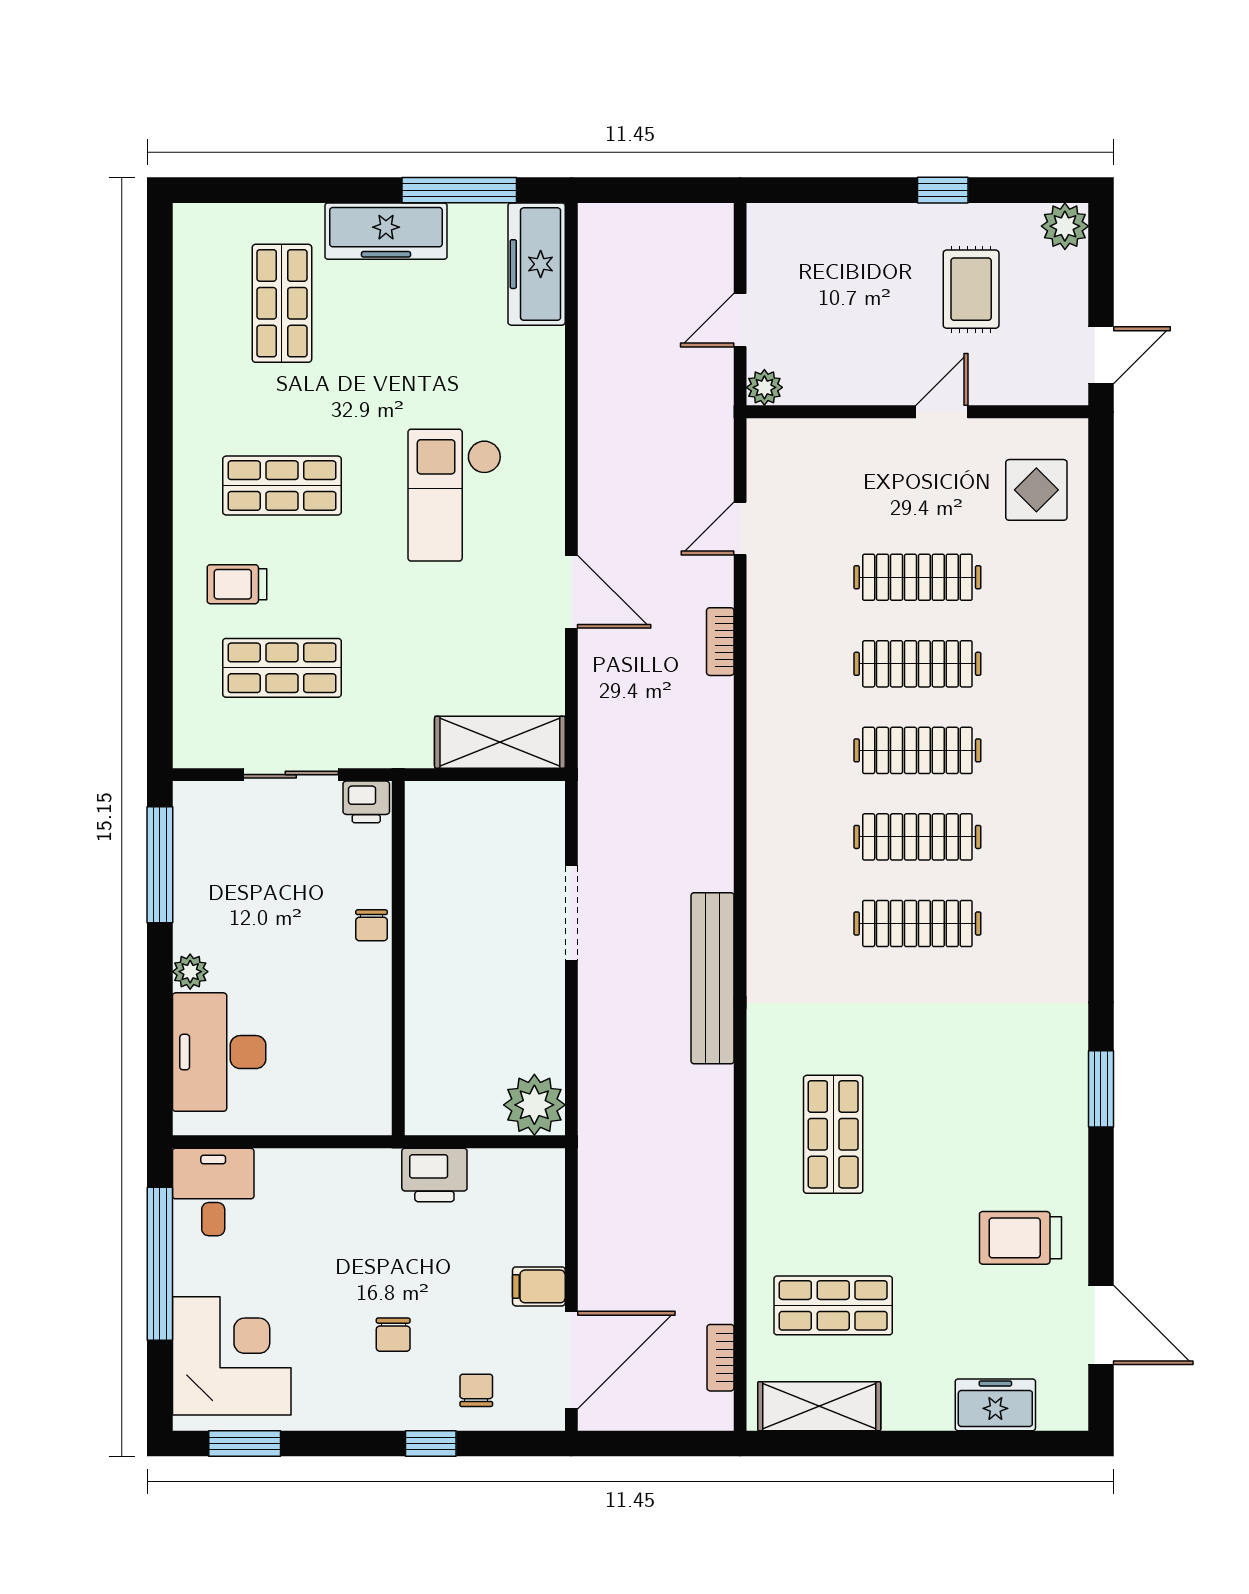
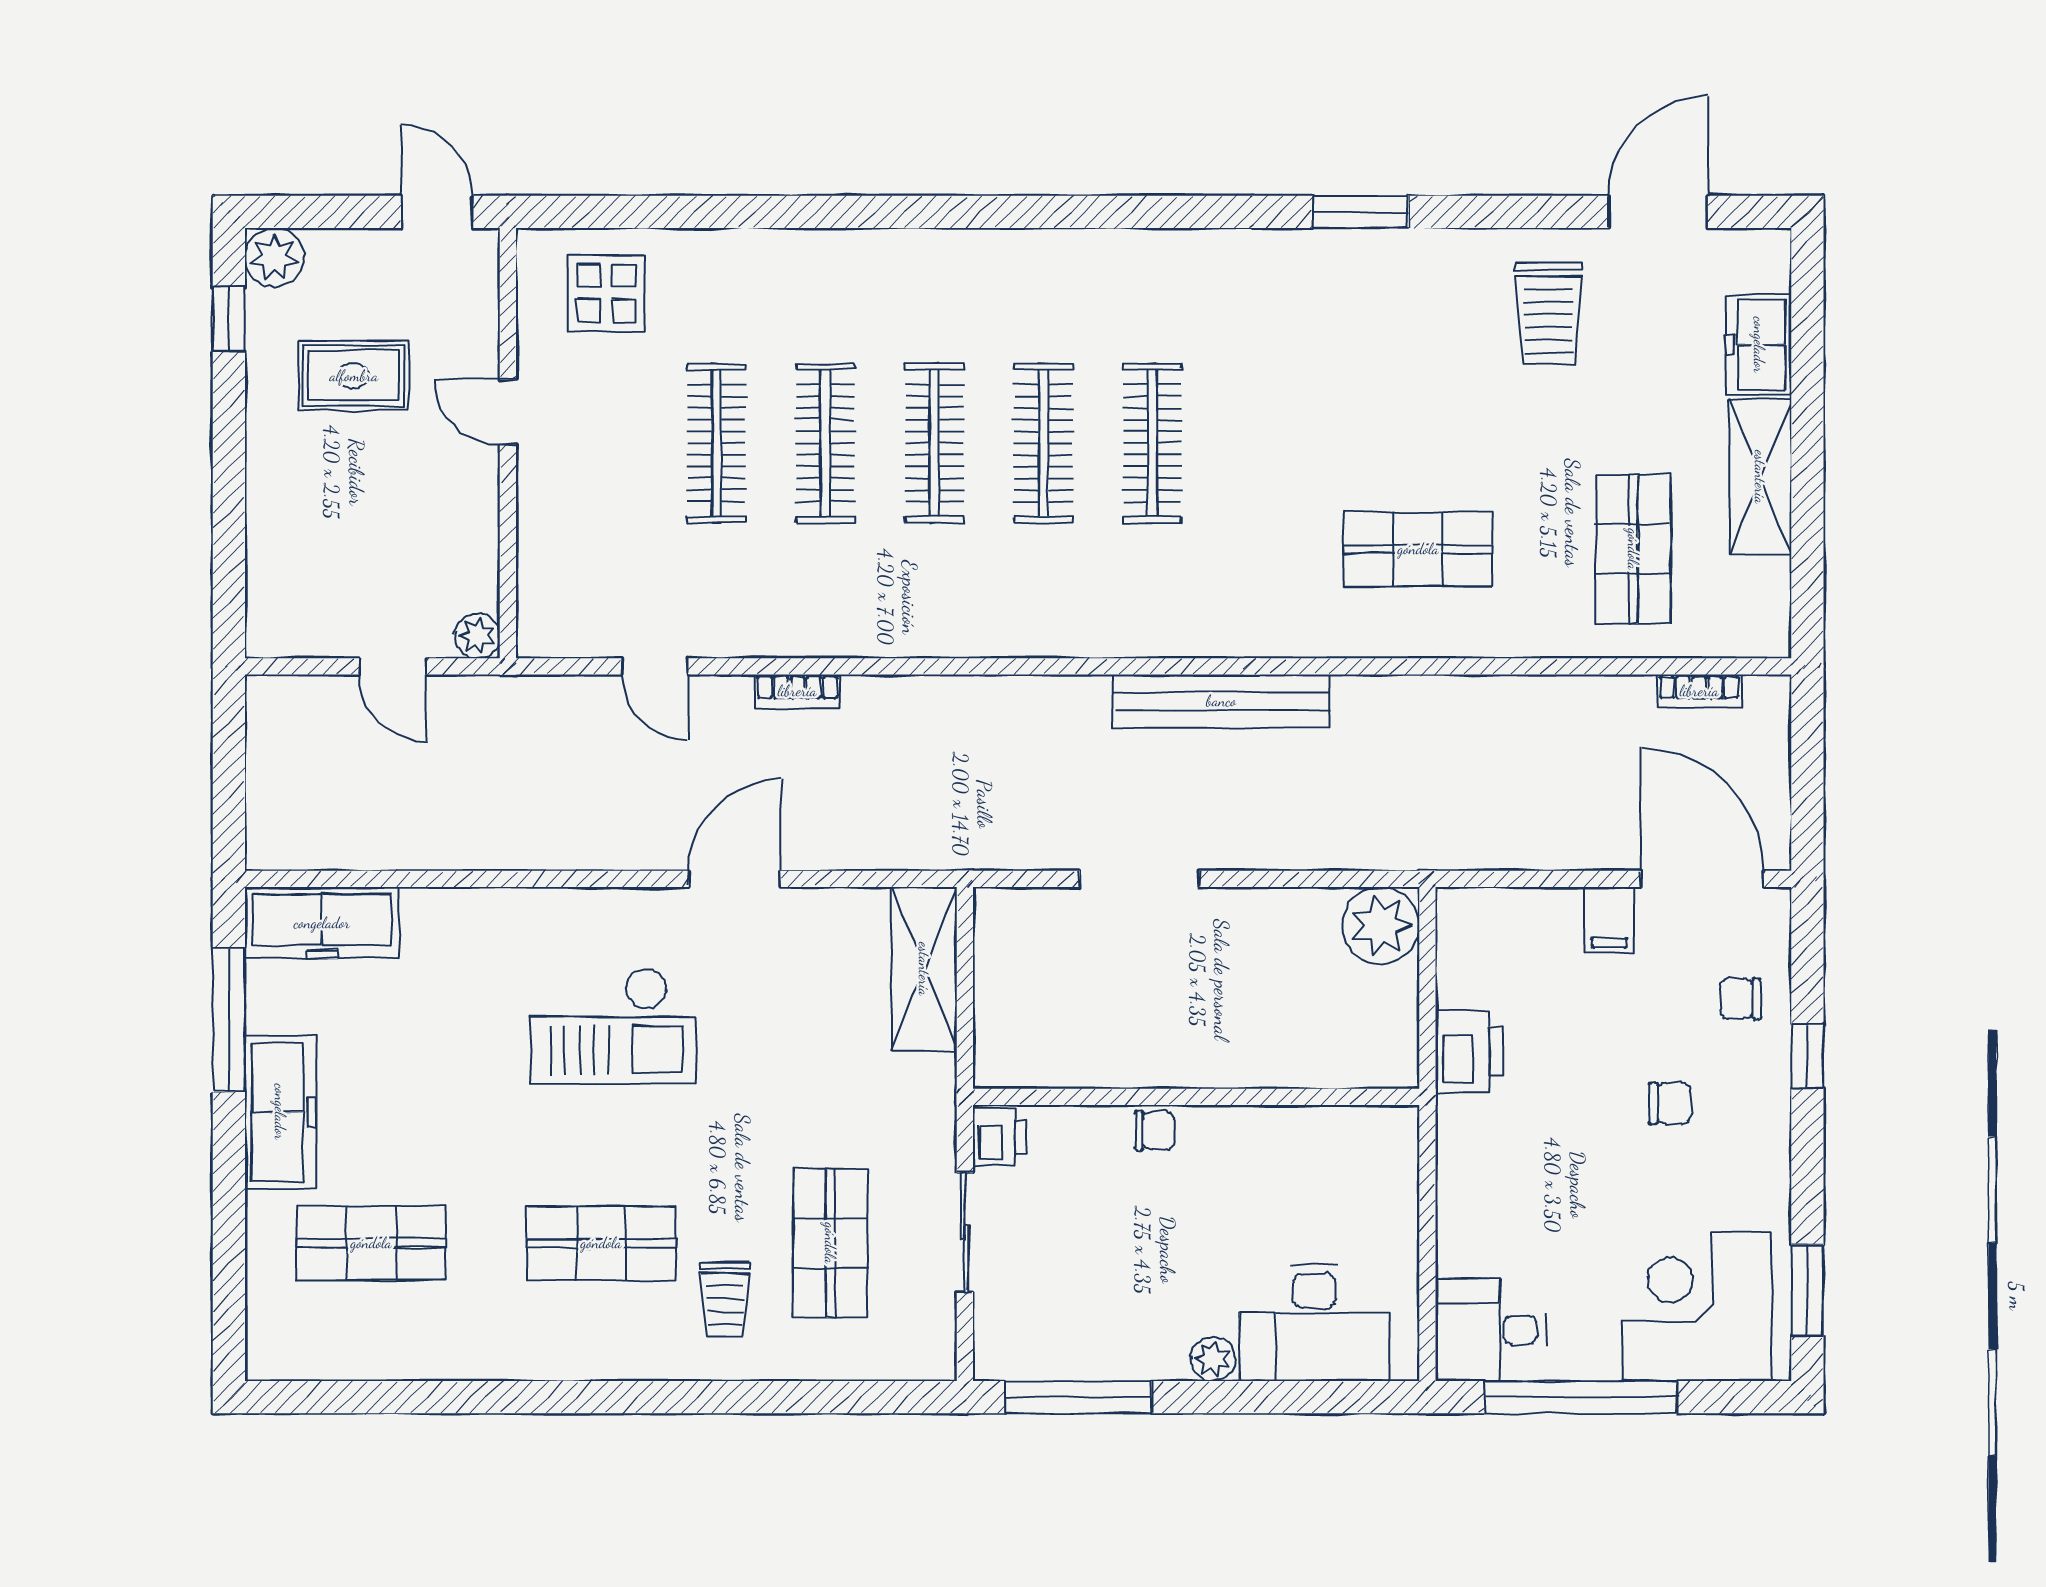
window: (943, 190) -> (229, 319), moved
shop shelf: (282, 486) -> (601, 1243), turned 90
shelving: (819, 1406) -> (1760, 477), moved

